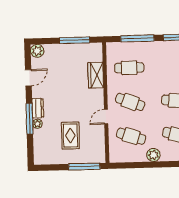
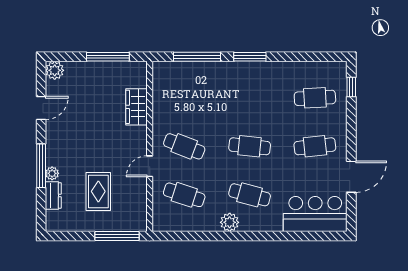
cafe table: (129, 68) -> (184, 98), removed
dresser: (38, 108) -> (53, 195), moved
plant: (153, 155) -> (230, 222), moved

